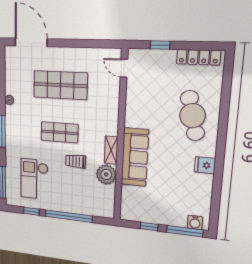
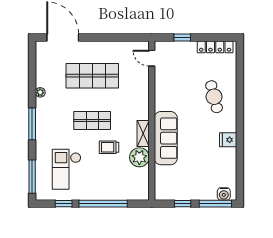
cafe table: (192, 116) -> (214, 97), width x0.73, depth x0.74

